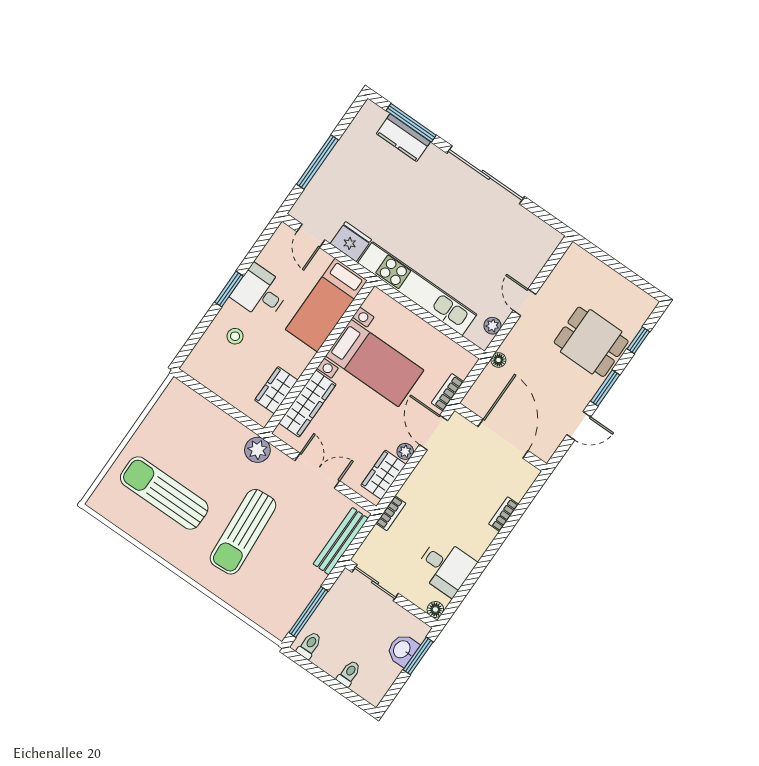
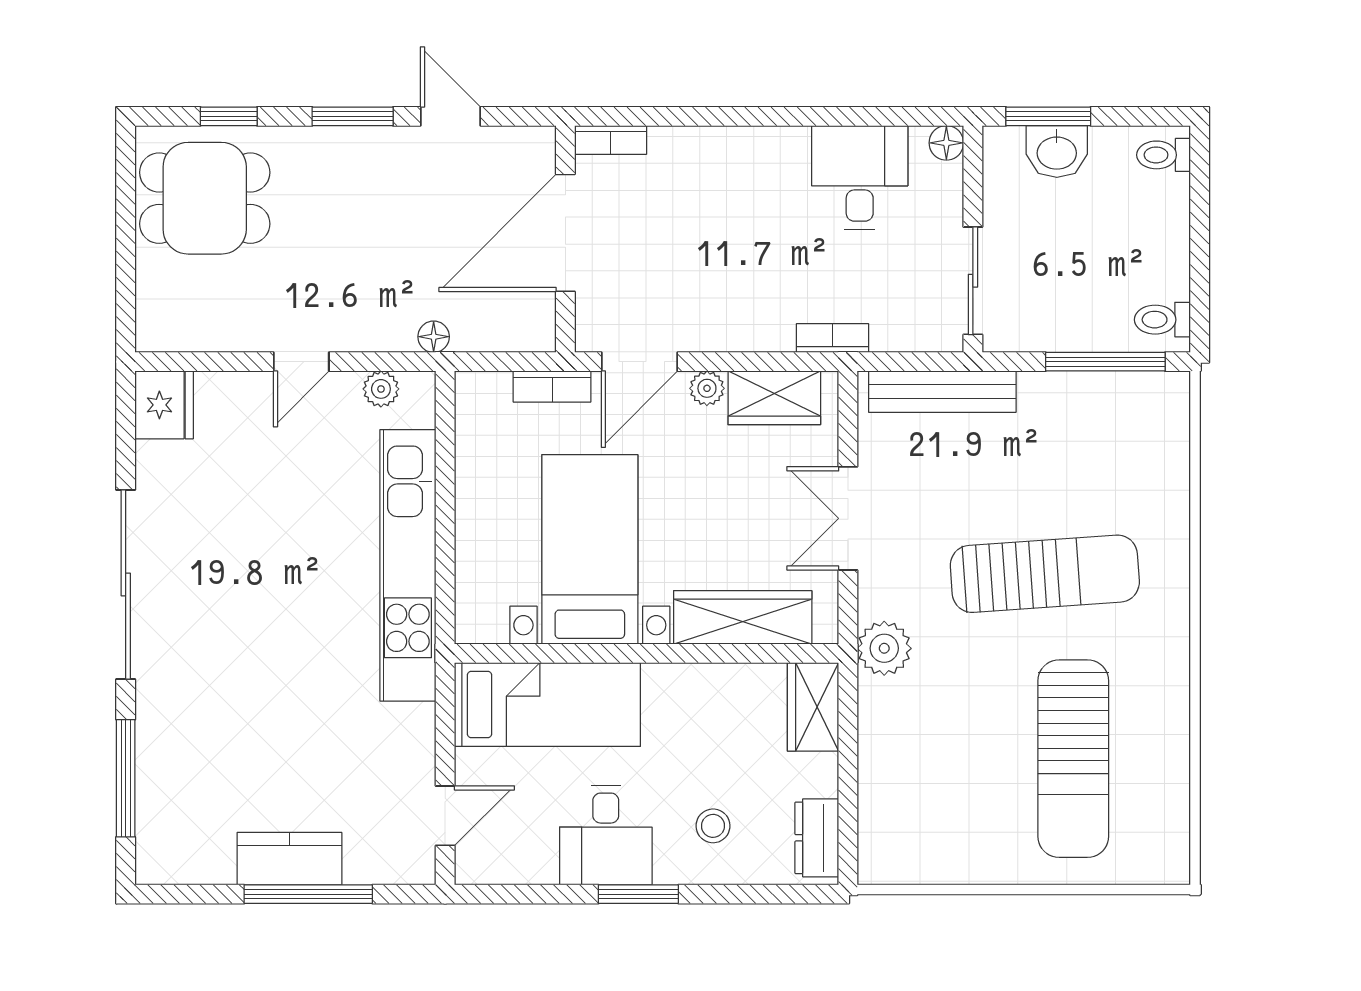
kitchen counter: (403, 138) -> (289, 859), moved, turned -90
fridge: (351, 242) -> (164, 405), moved, turned 180
dining table: (591, 342) -> (205, 198), moved, turned 90
dresser: (203, 373) -> (817, 838), added
wardrobe: (276, 390) -> (813, 707), moved, turned 90
bookcase: (504, 514) -> (611, 140), moved
toilet: (349, 673) -> (1164, 155), moved

